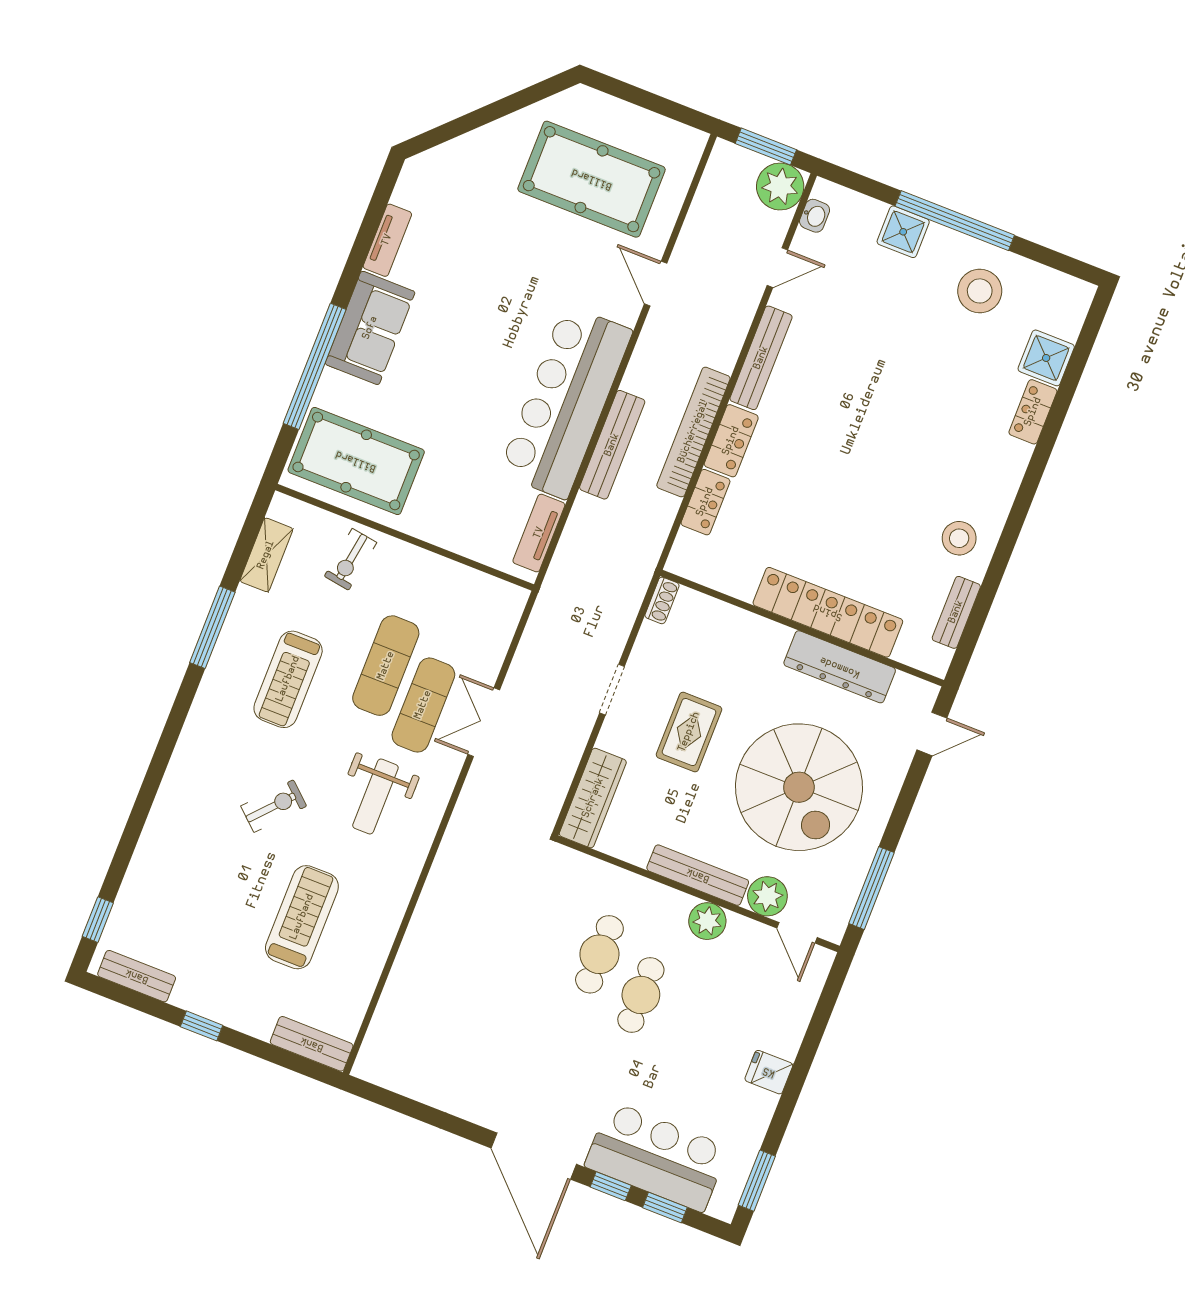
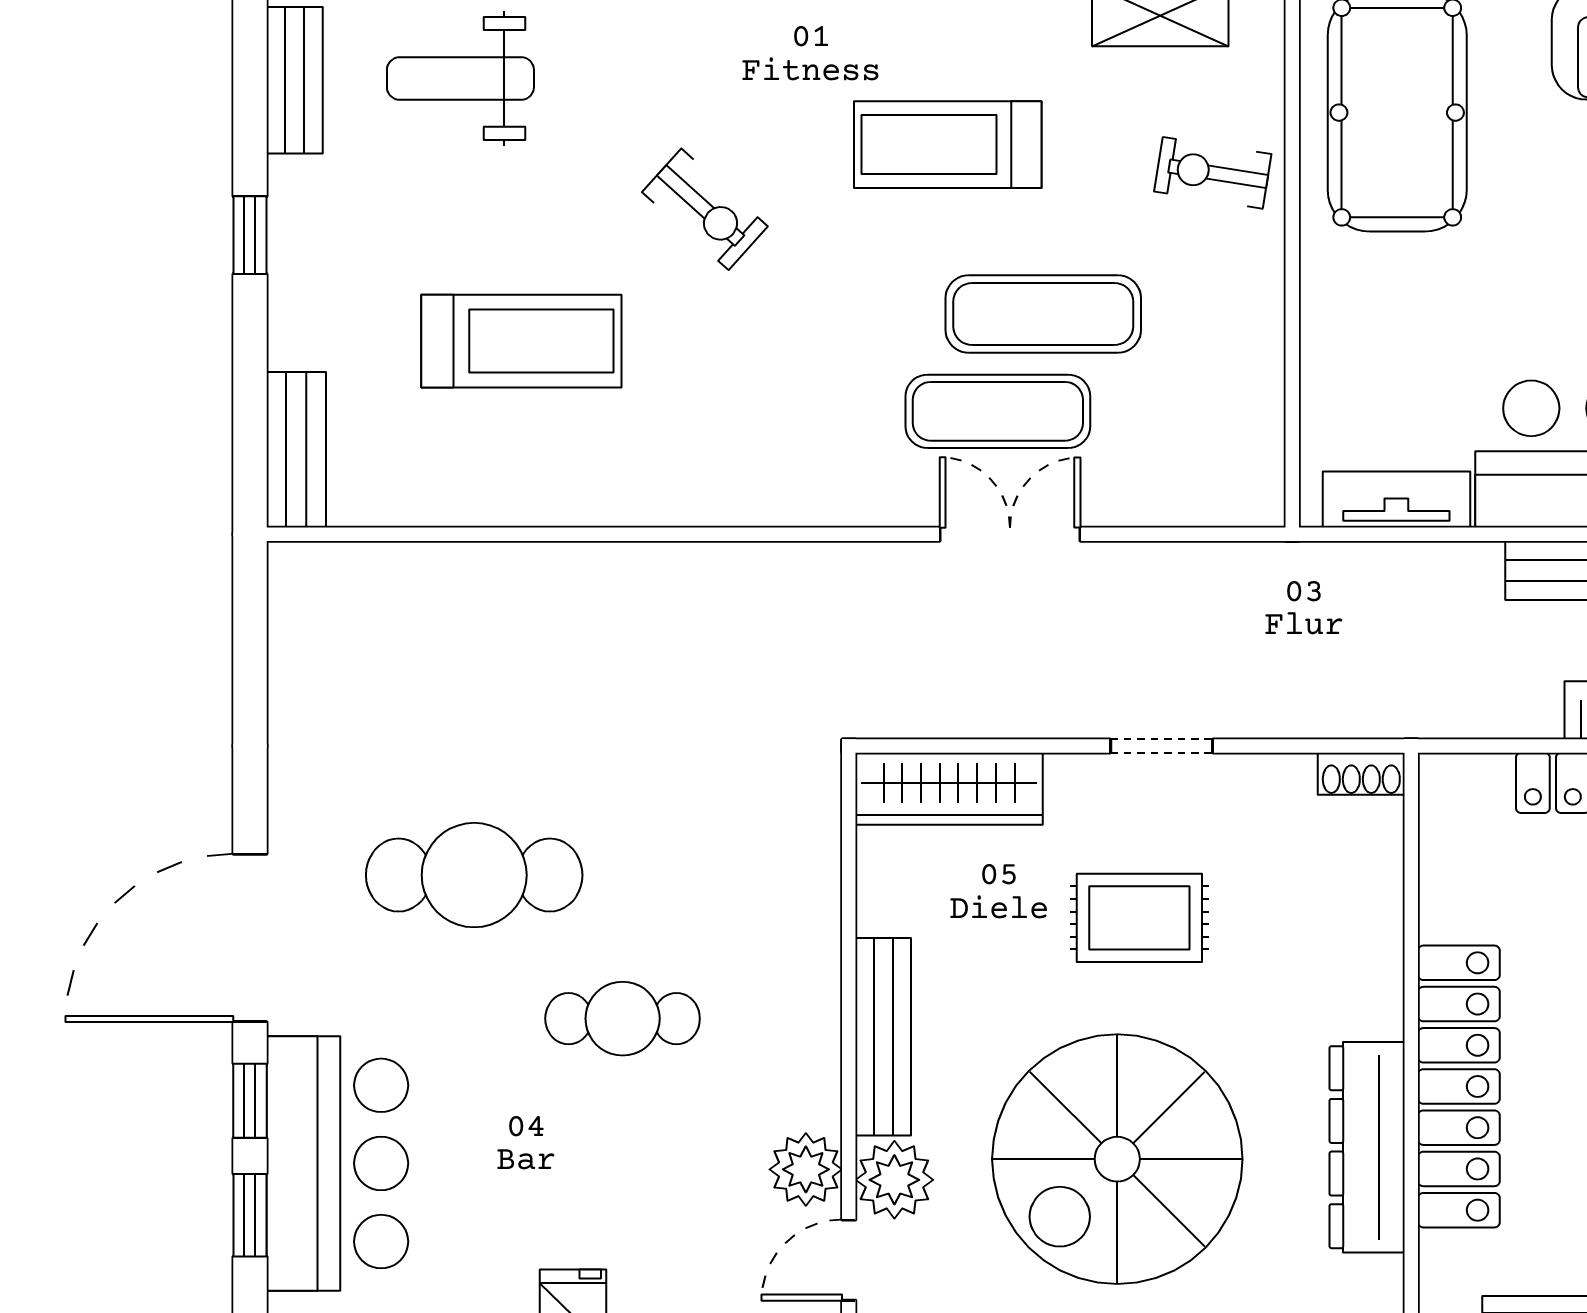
weight bench: (375, 796) -> (460, 78), moved
plant: (707, 921) -> (806, 1169), moved
cafe table: (599, 954) -> (474, 875), moved, width x1.37, depth x1.35

